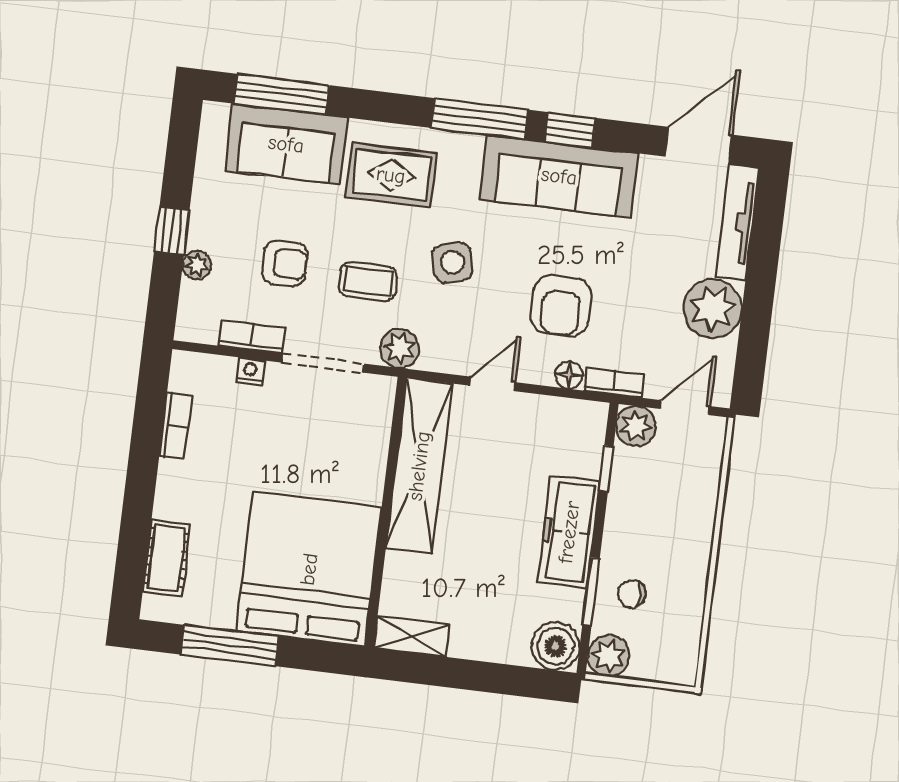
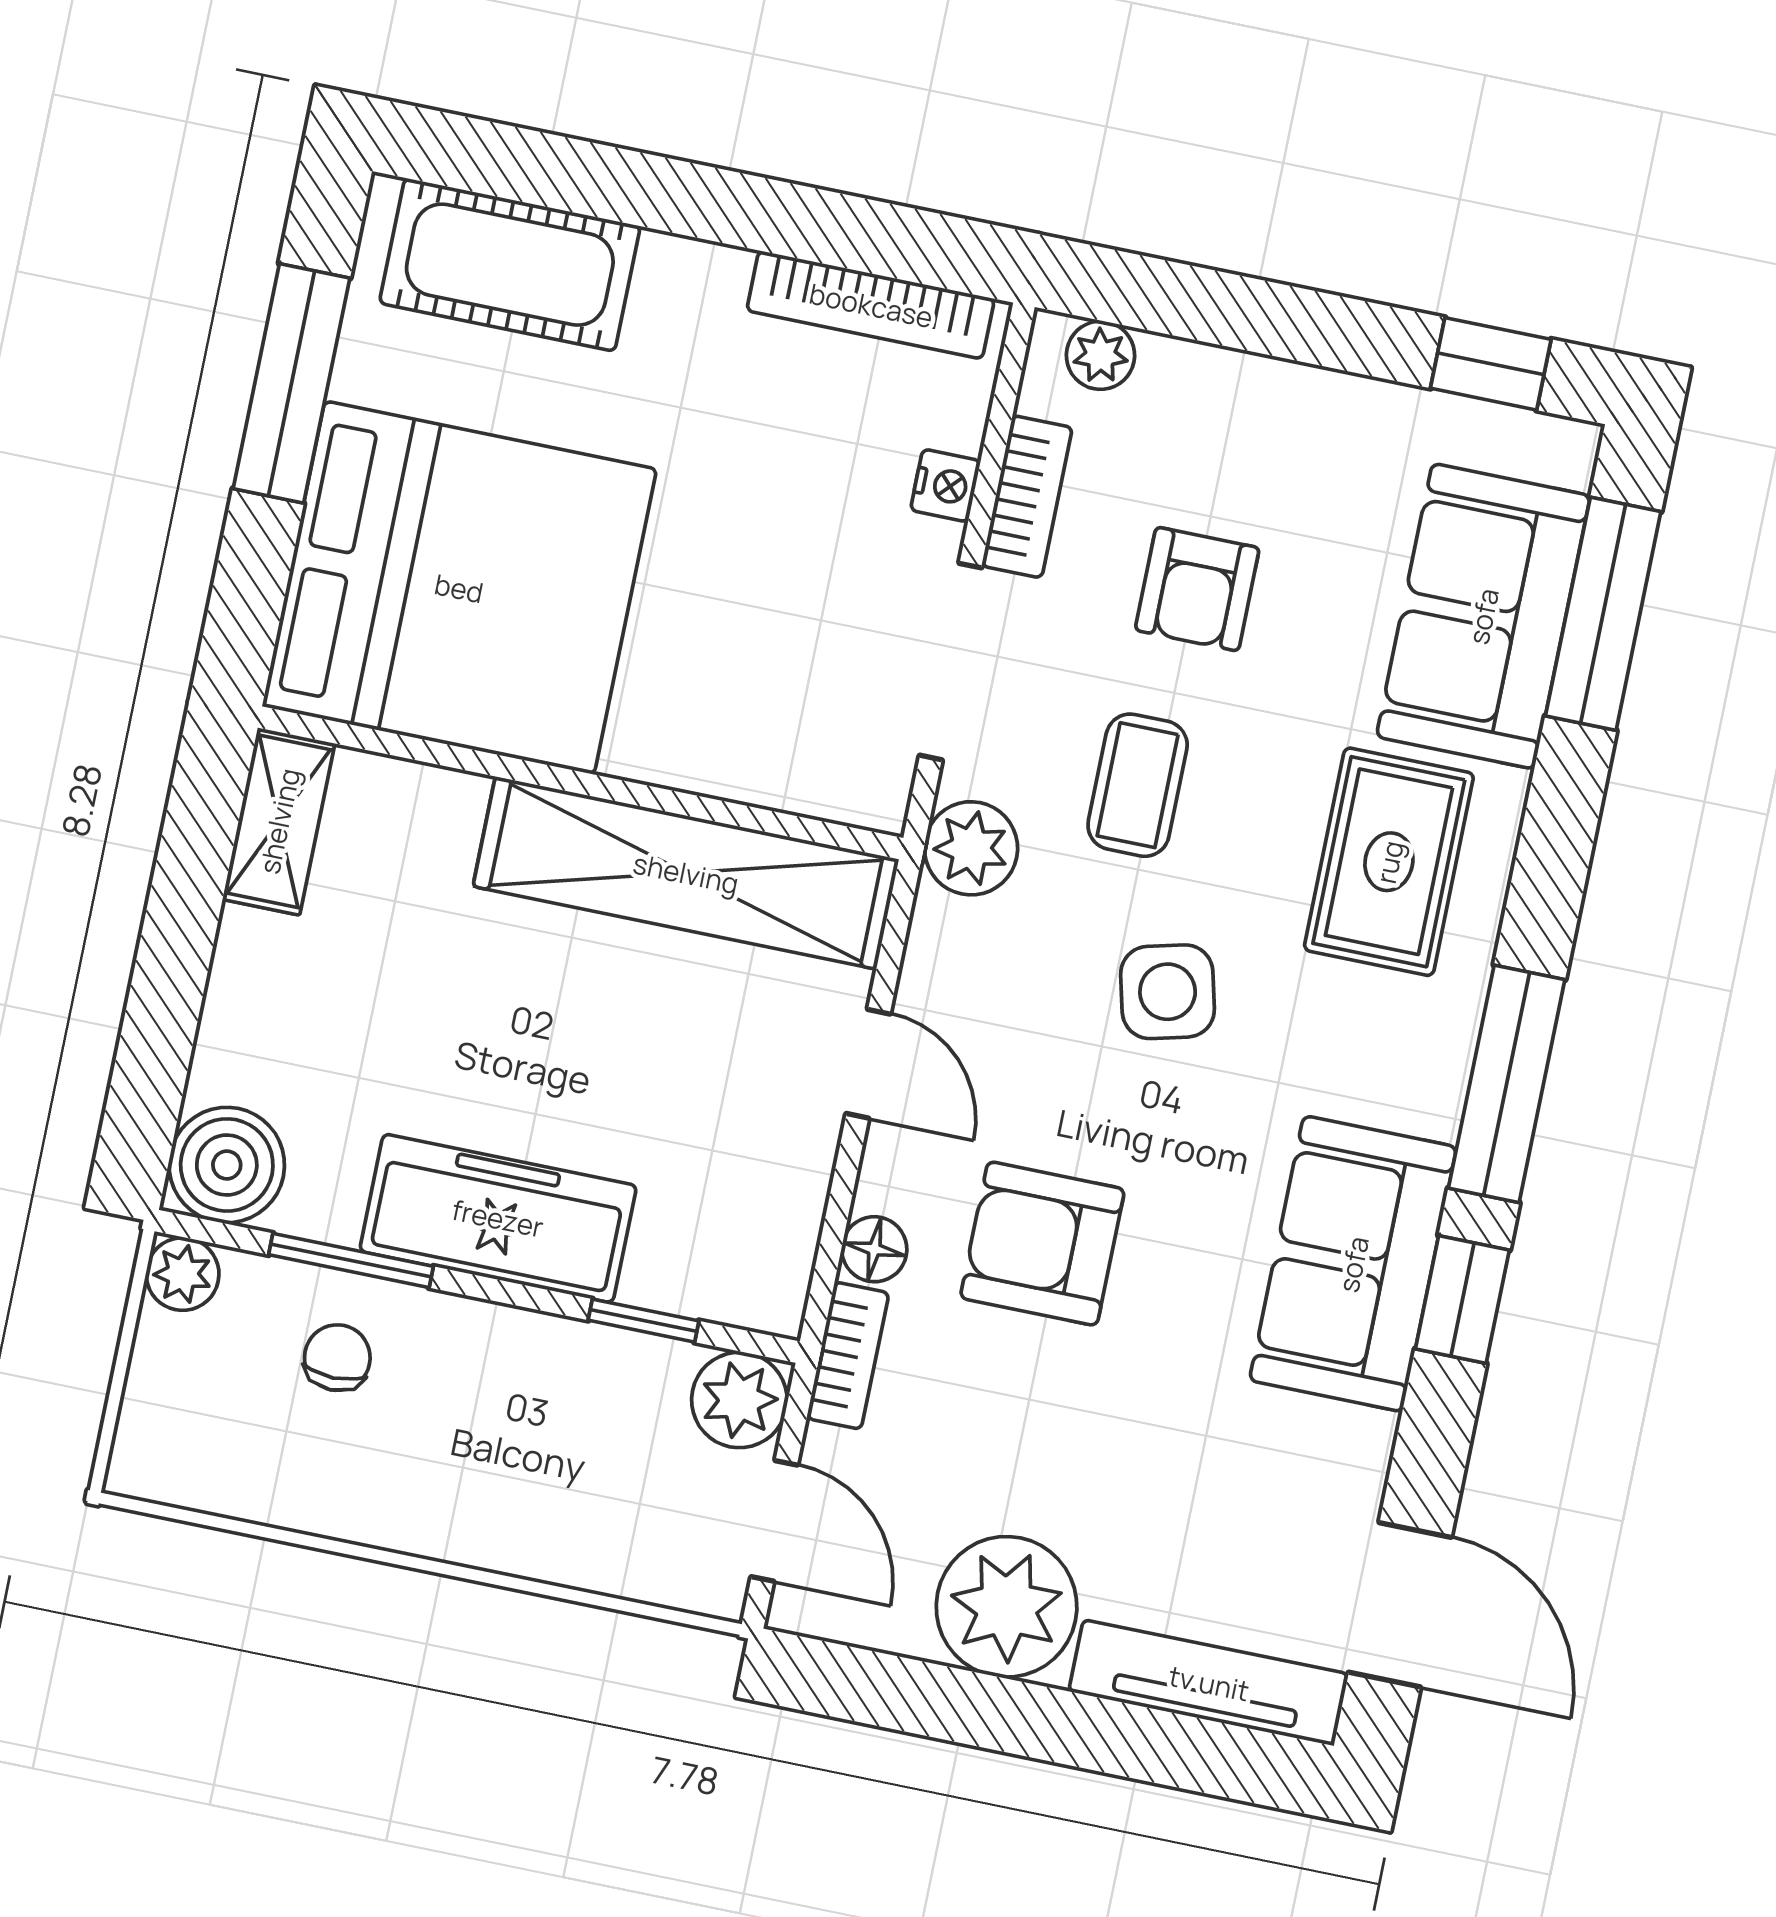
sofa: (559, 176) -> (1353, 1264), width x0.73
window: (172, 231) -> (1491, 364), moved
plant: (197, 265) -> (1100, 355), moved
bookcase: (176, 426) -> (871, 305), width x1.56
cot: (167, 558) -> (510, 265), width x1.37, depth x1.34
plant: (609, 656) -> (183, 1274), width x0.73, depth x0.73

